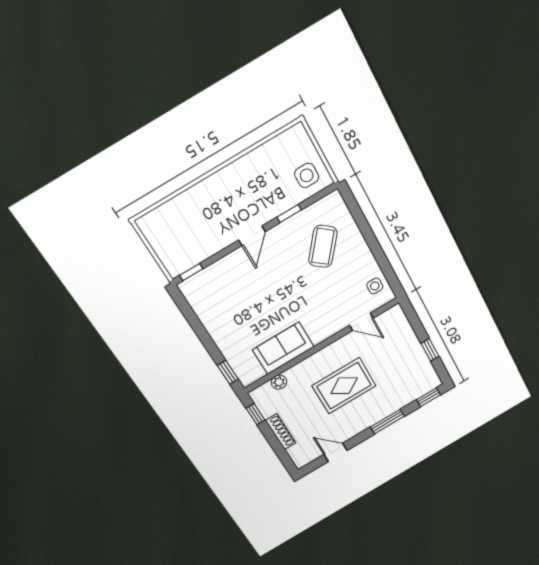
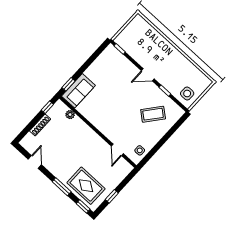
sofa: (283, 348) -> (78, 91), moved, turned 90
rug: (344, 386) -> (86, 186), moved

